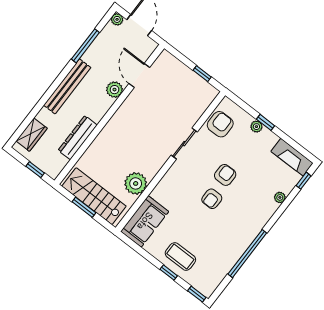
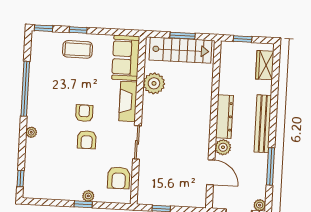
dresser: (78, 138) -> (224, 117), moved
fireplace: (292, 157) -> (128, 101), moved, turned -90
plant: (280, 197) -> (31, 132), moved

